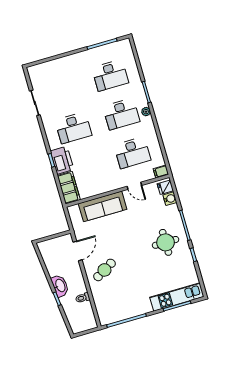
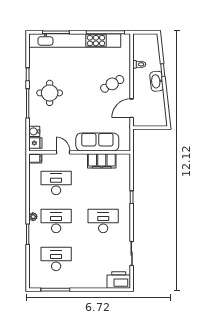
printer: (62, 160) -> (119, 280), moved, turned 90
filing cabinet: (69, 188) -> (102, 161), moved, turned -90
kitchen unit: (177, 297) -> (75, 41), width x1.86

